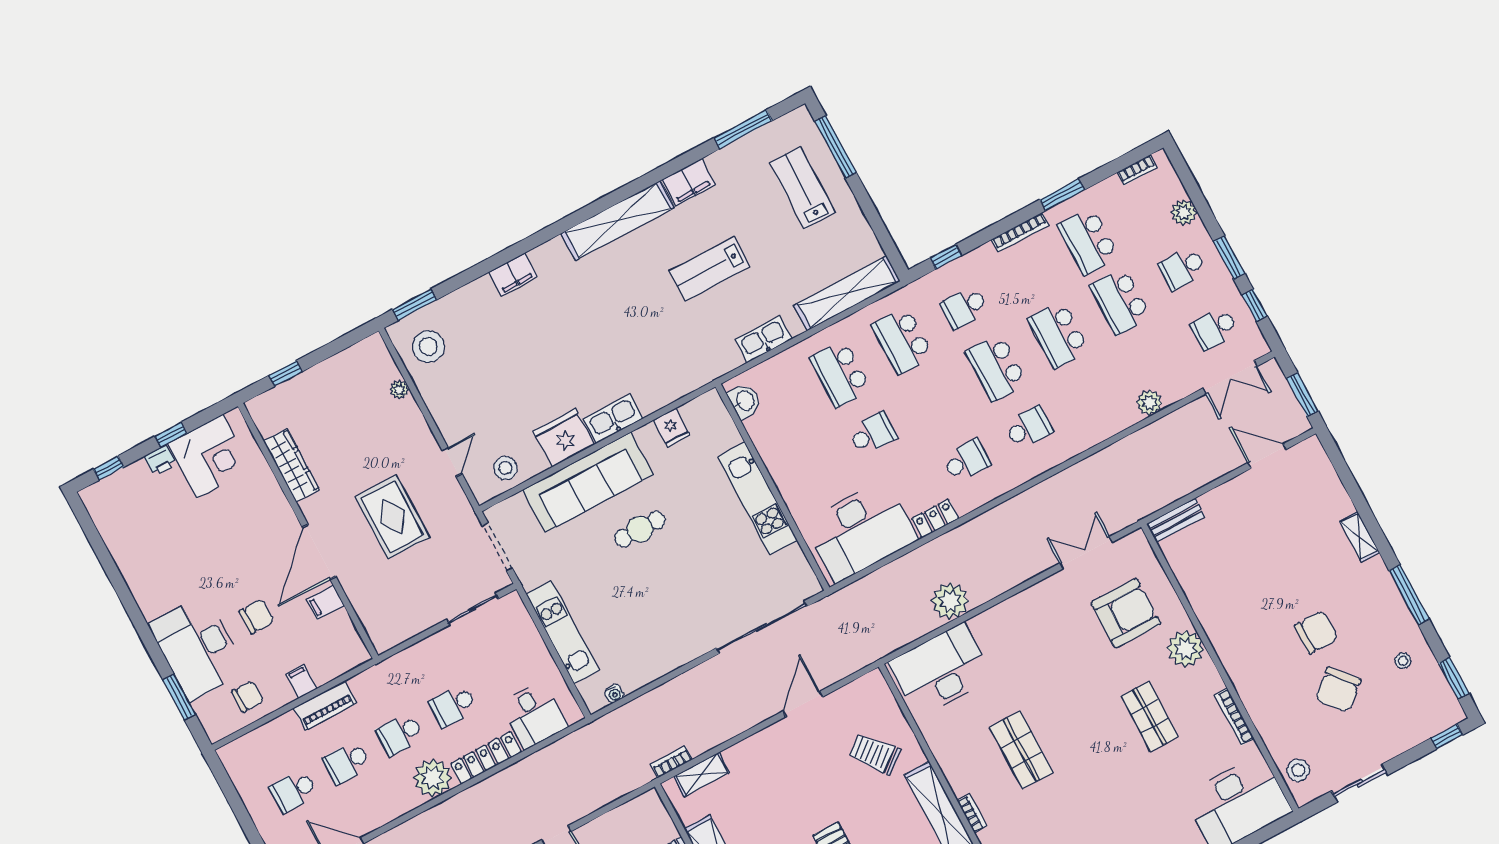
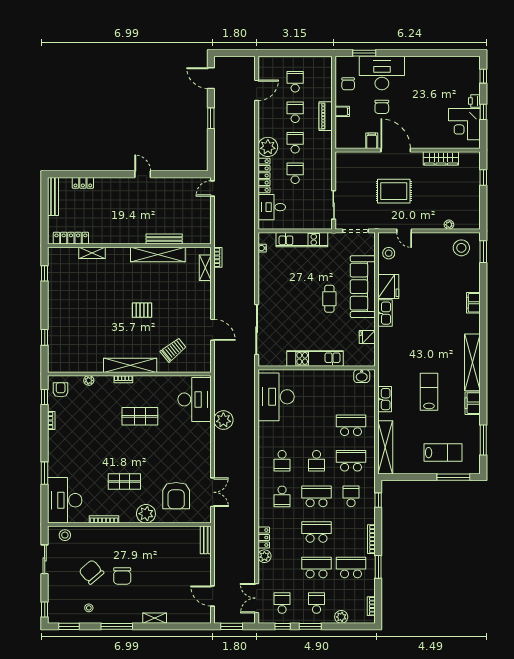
school desk: (872, 434) -> (317, 461), moved
door: (1267, 456) -> (213, 596), swing flipped
locker: (935, 519) -> (264, 538), moved

